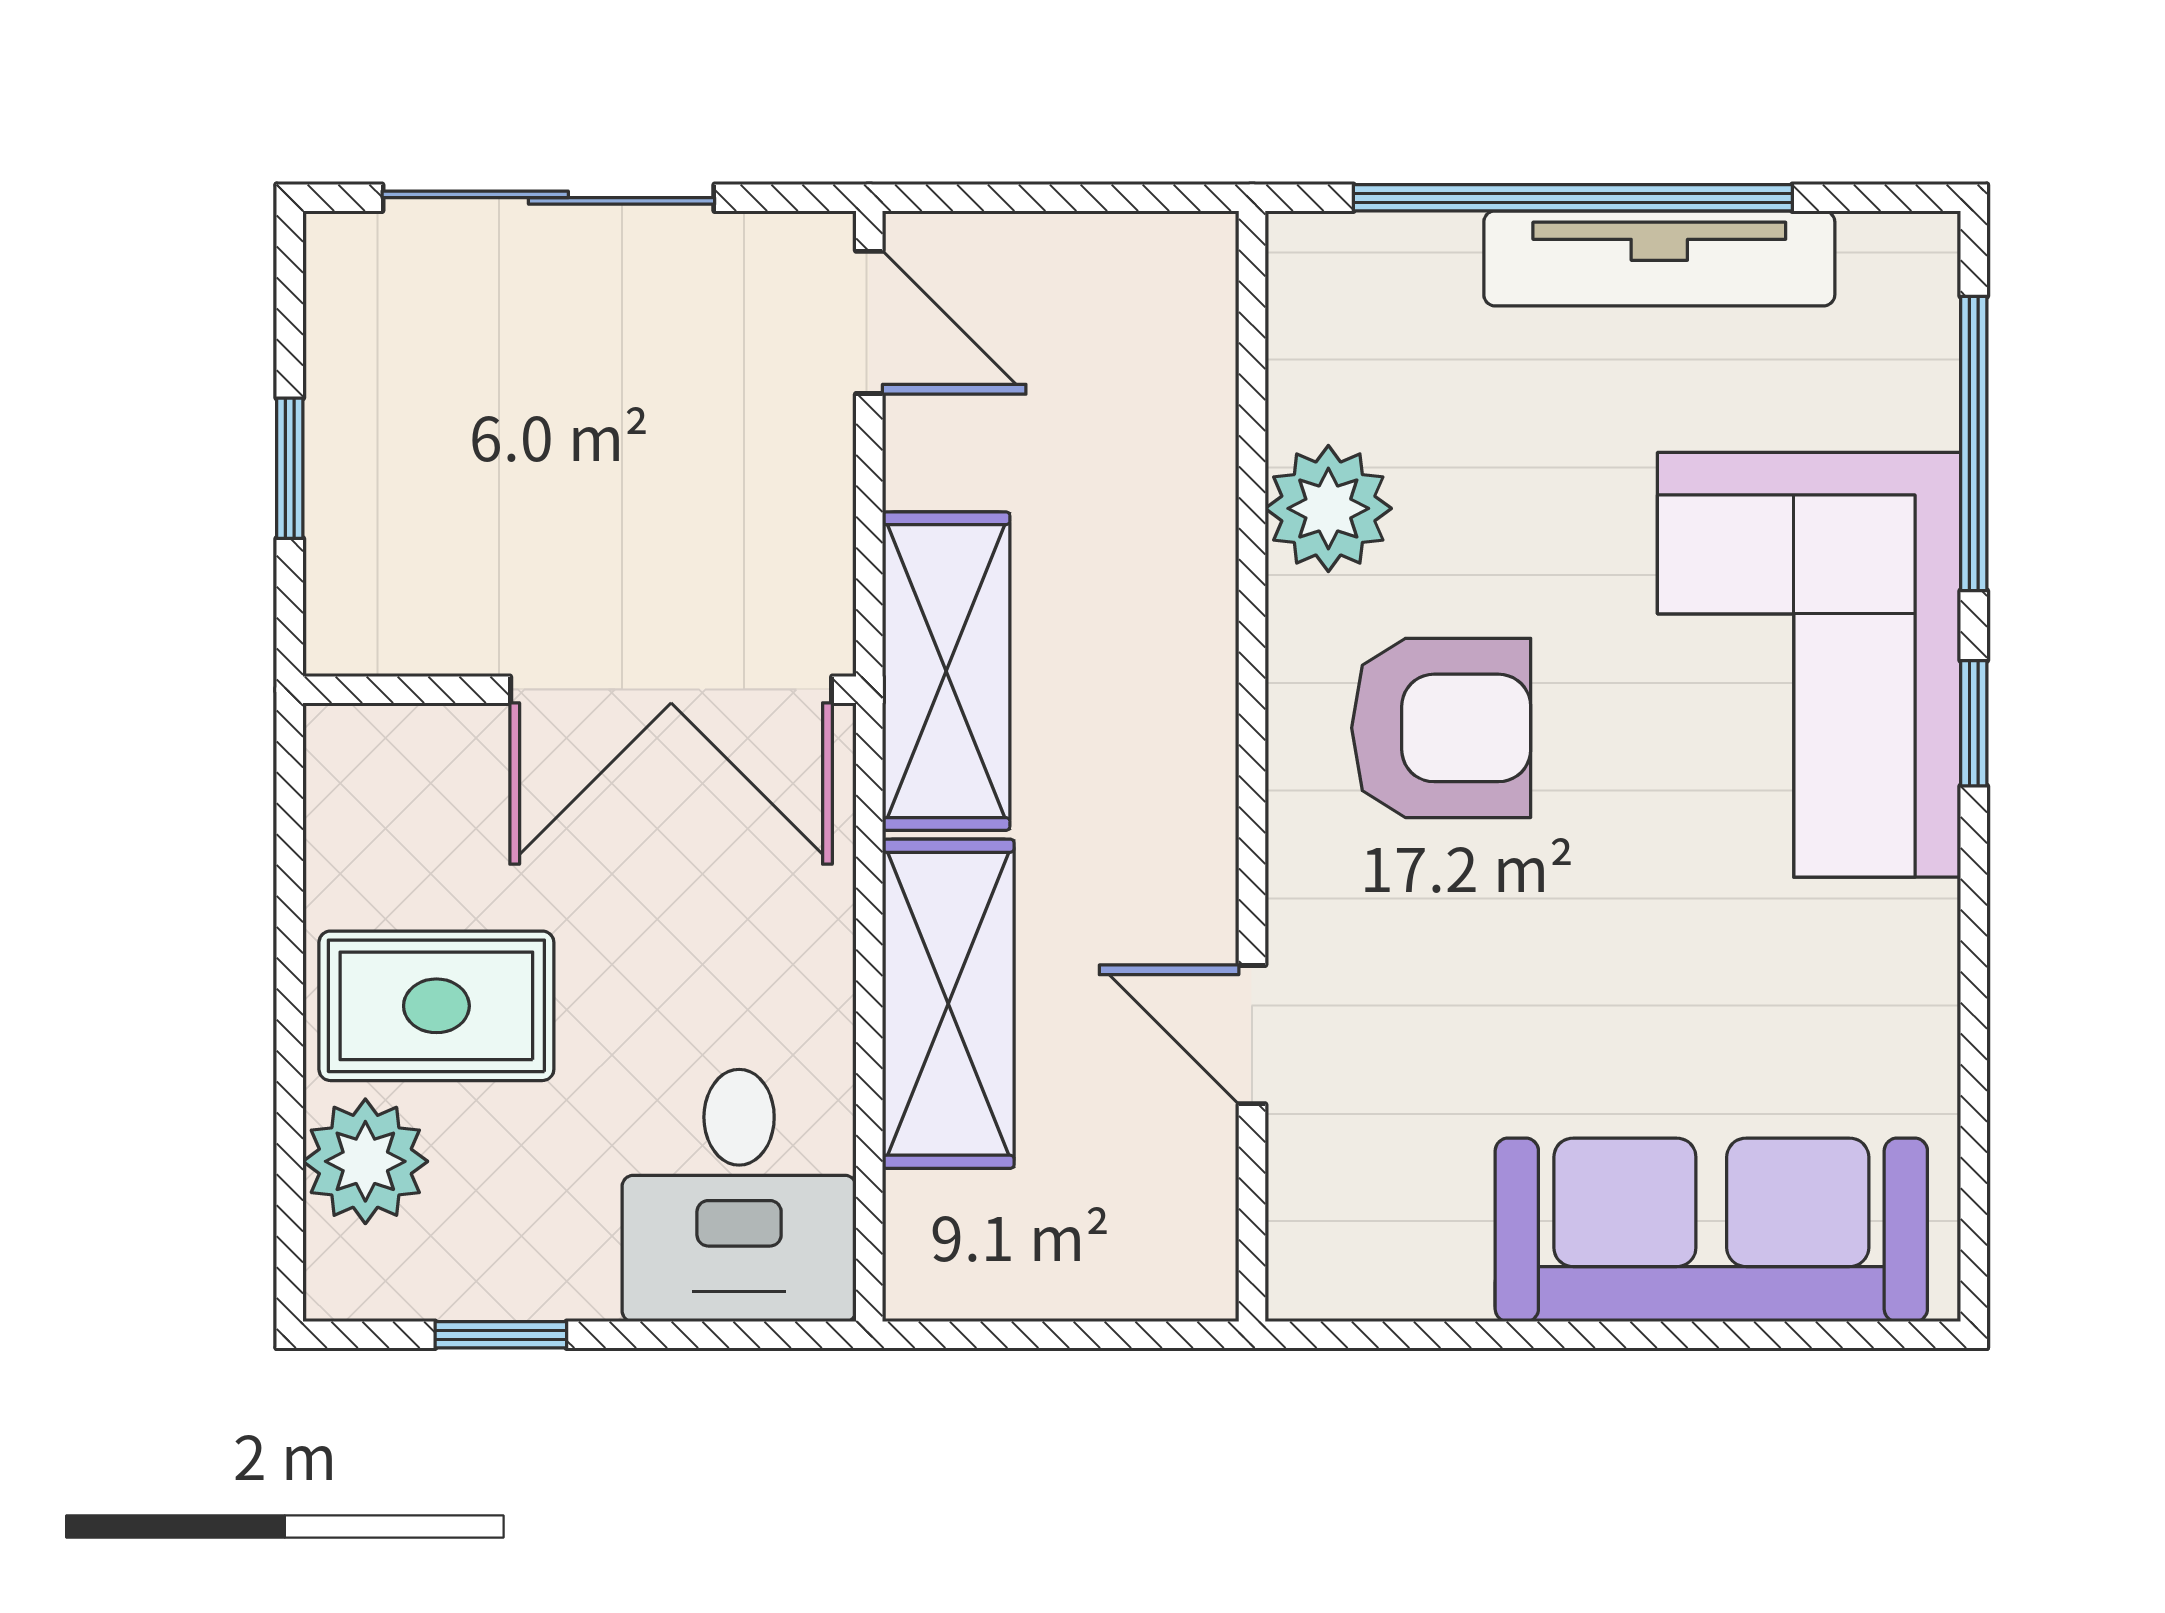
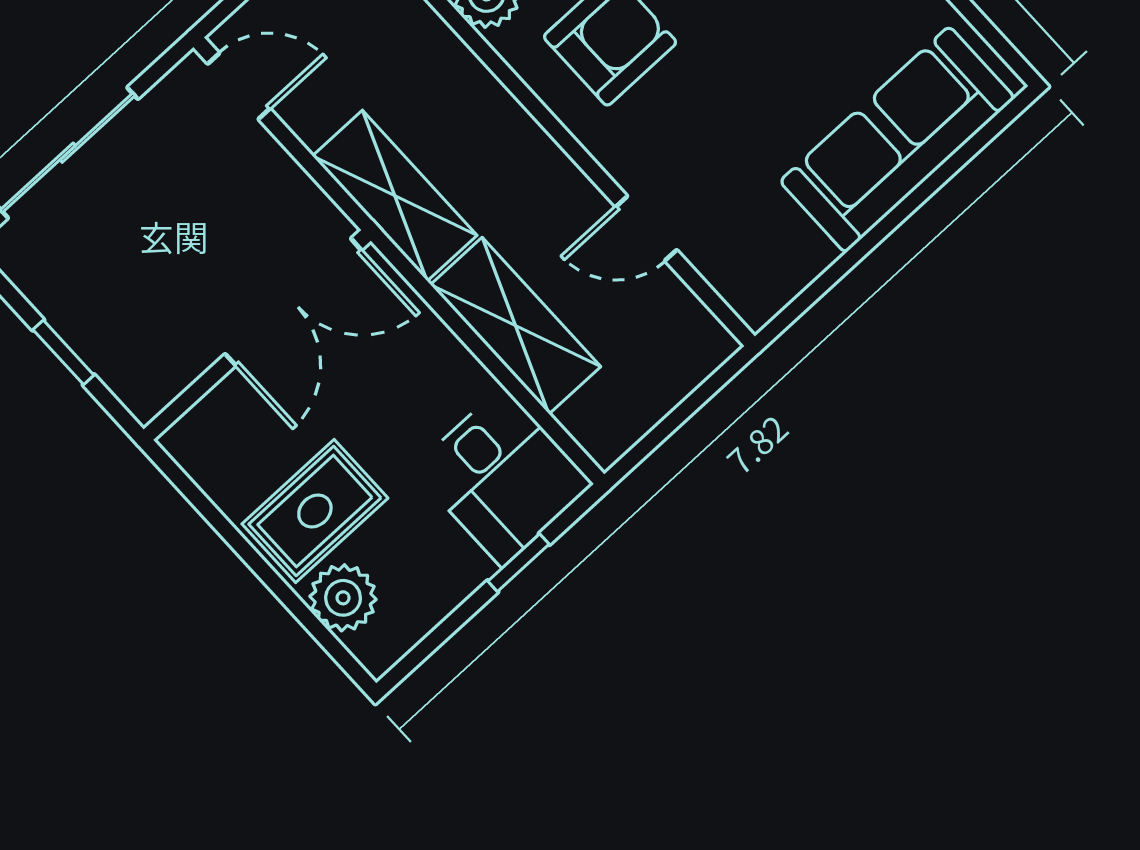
window: (501, 1335) -> (518, 563), moved

